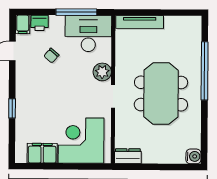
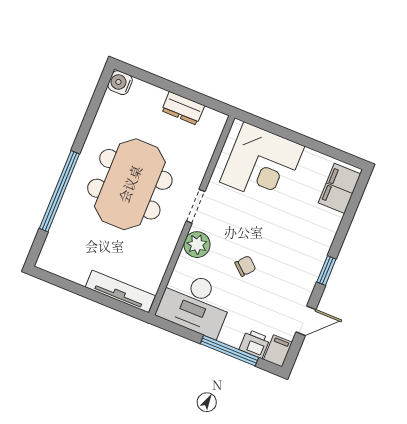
window: (76, 12) -> (229, 351), moved
chair: (51, 56) -> (245, 266), moved
window: (12, 108) -> (326, 270), moved
filing cabinet: (42, 153) -> (339, 188), moved, turned 90
dresser: (128, 156) -> (183, 108), moved

